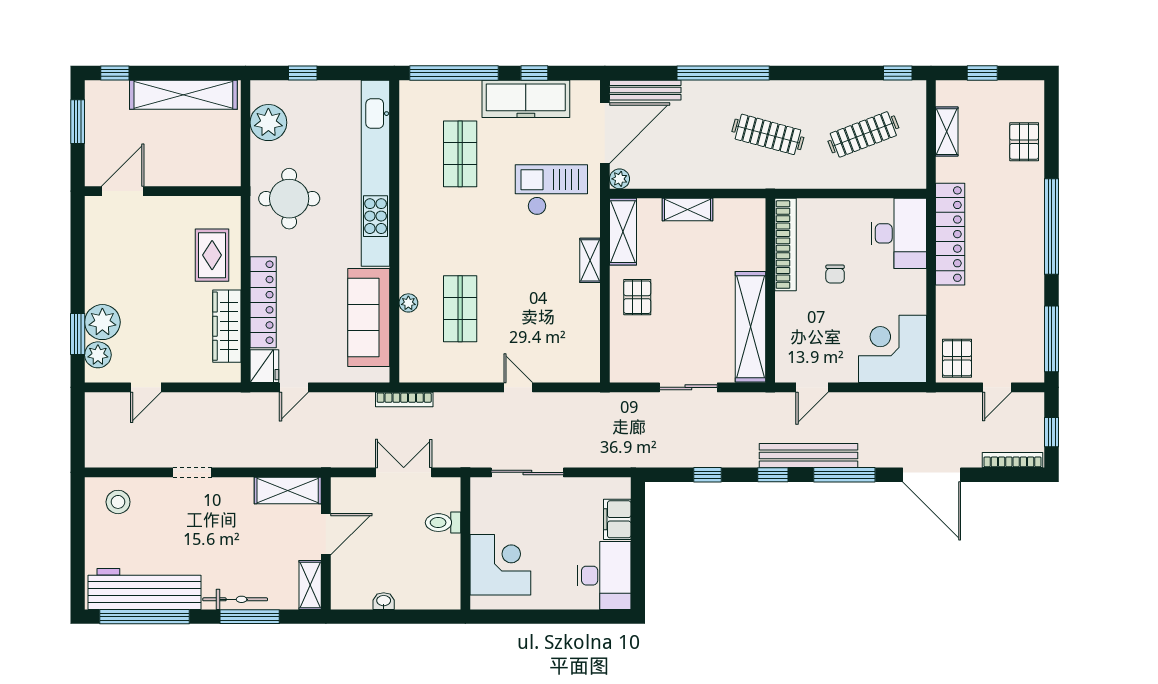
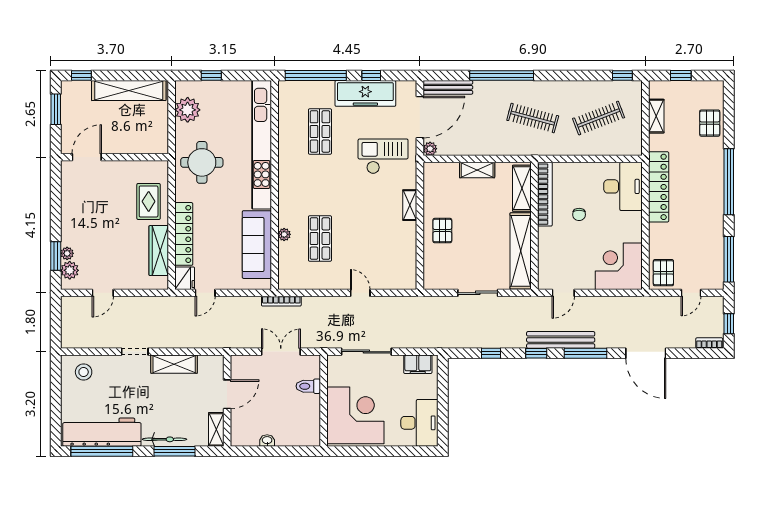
shelving: (623, 232) -> (522, 188), moved
plant: (102, 322) -> (67, 253), width x0.53, depth x0.53
bookcase: (1012, 460) -> (709, 343), width x0.64
shelving: (288, 491) -> (174, 364), moved
filing cabinet: (617, 519) -> (418, 364), moved, turned -90
corner desk: (500, 565) -> (355, 415), width x1.36, depth x1.36

